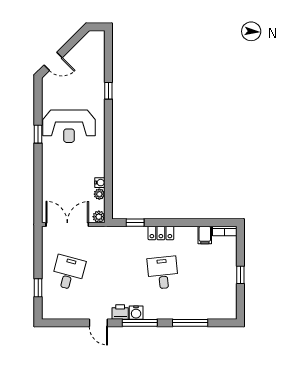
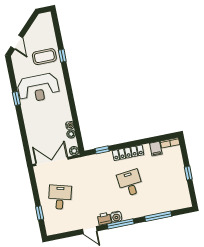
door: (53, 61) -> (17, 42), hinge flipped
coffee table: (85, 87) -> (44, 57), added
locker: (161, 233) -> (128, 153), width x1.53

